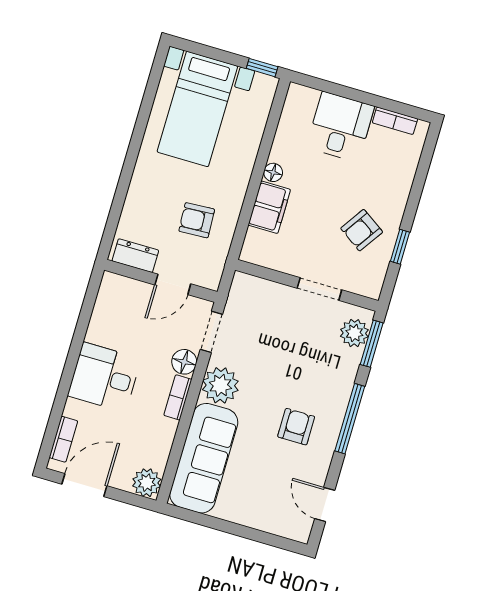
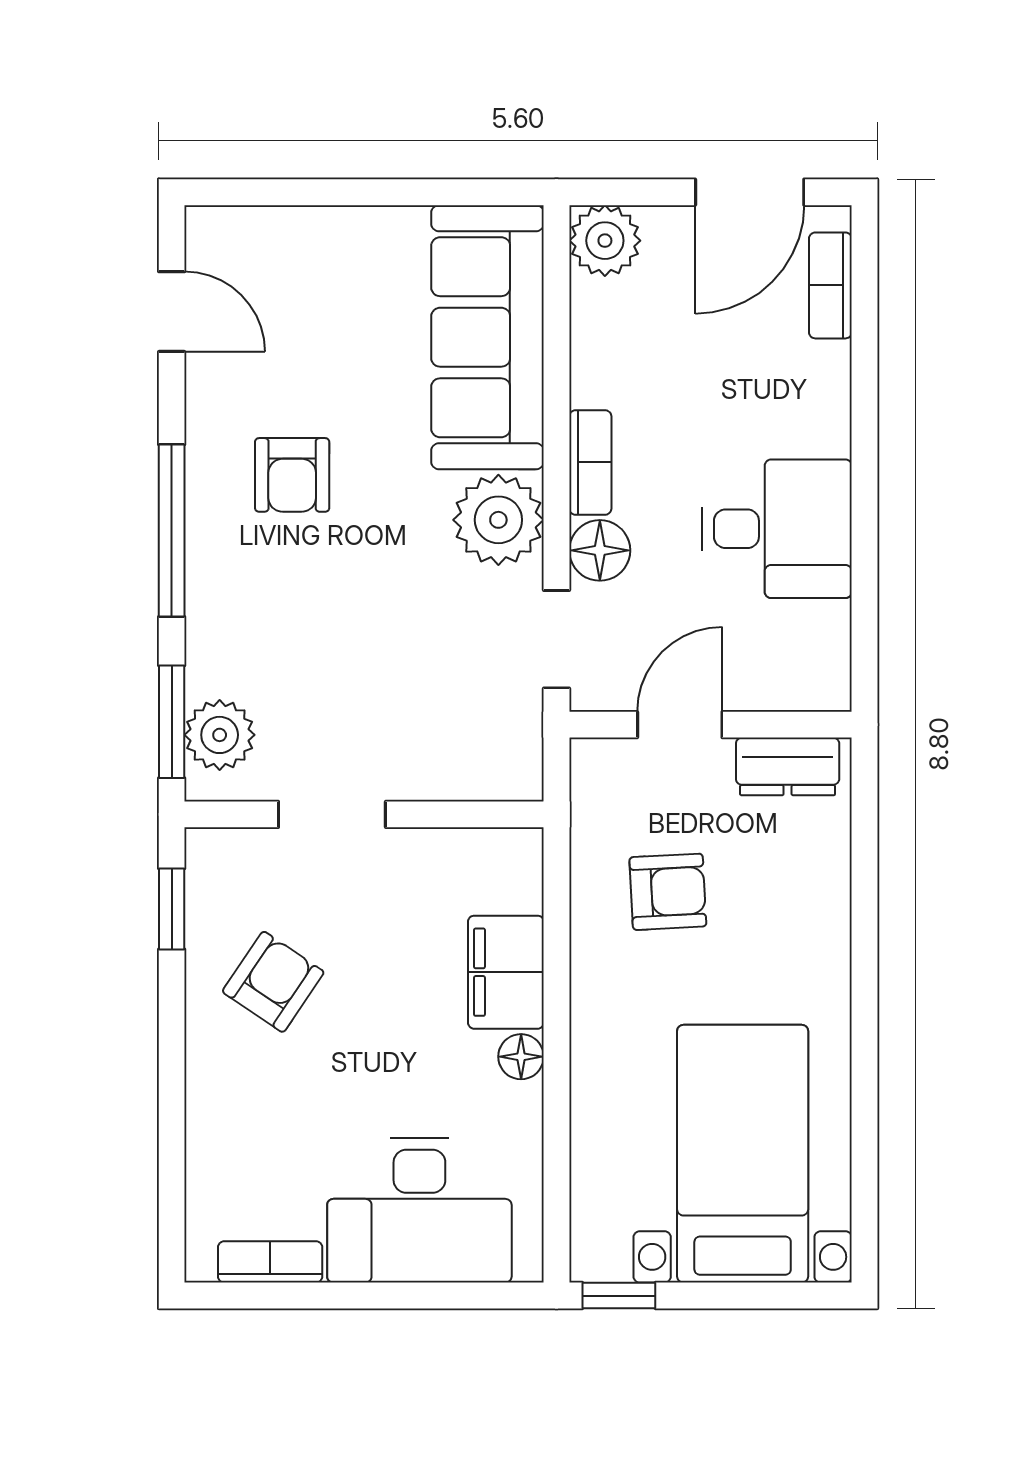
desk: (340, 127) -> (419, 1210), width x1.37
window: (400, 247) -> (172, 909), moved
desk: (104, 377) -> (777, 529), moved

